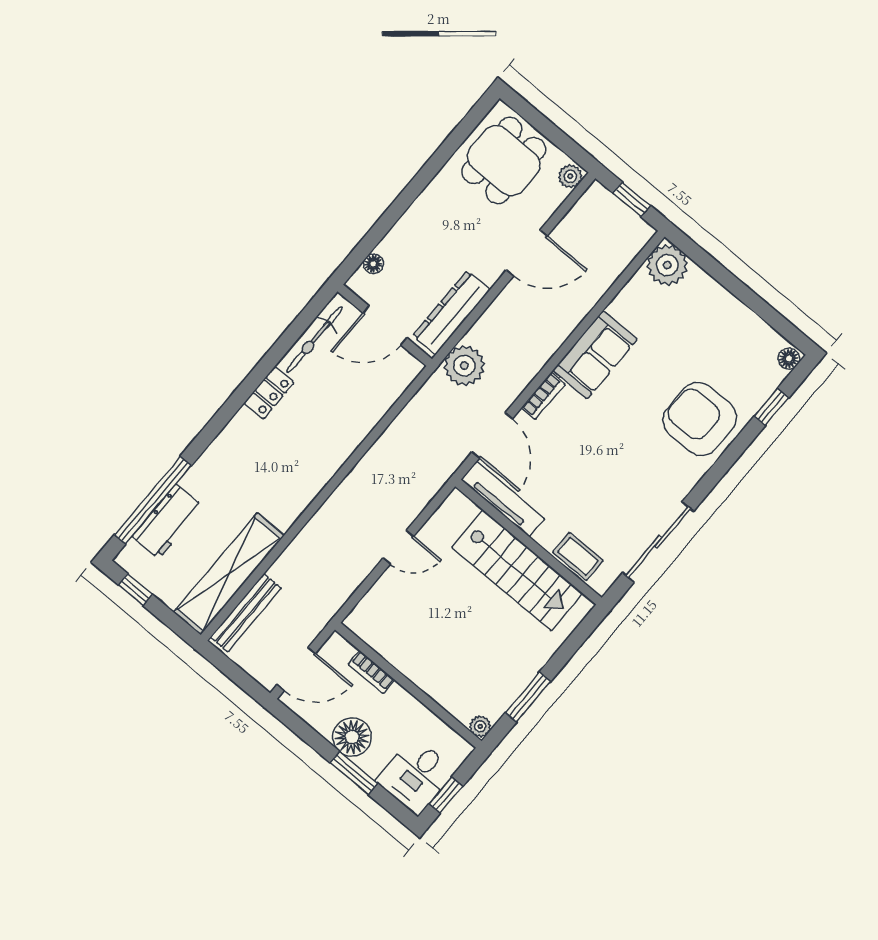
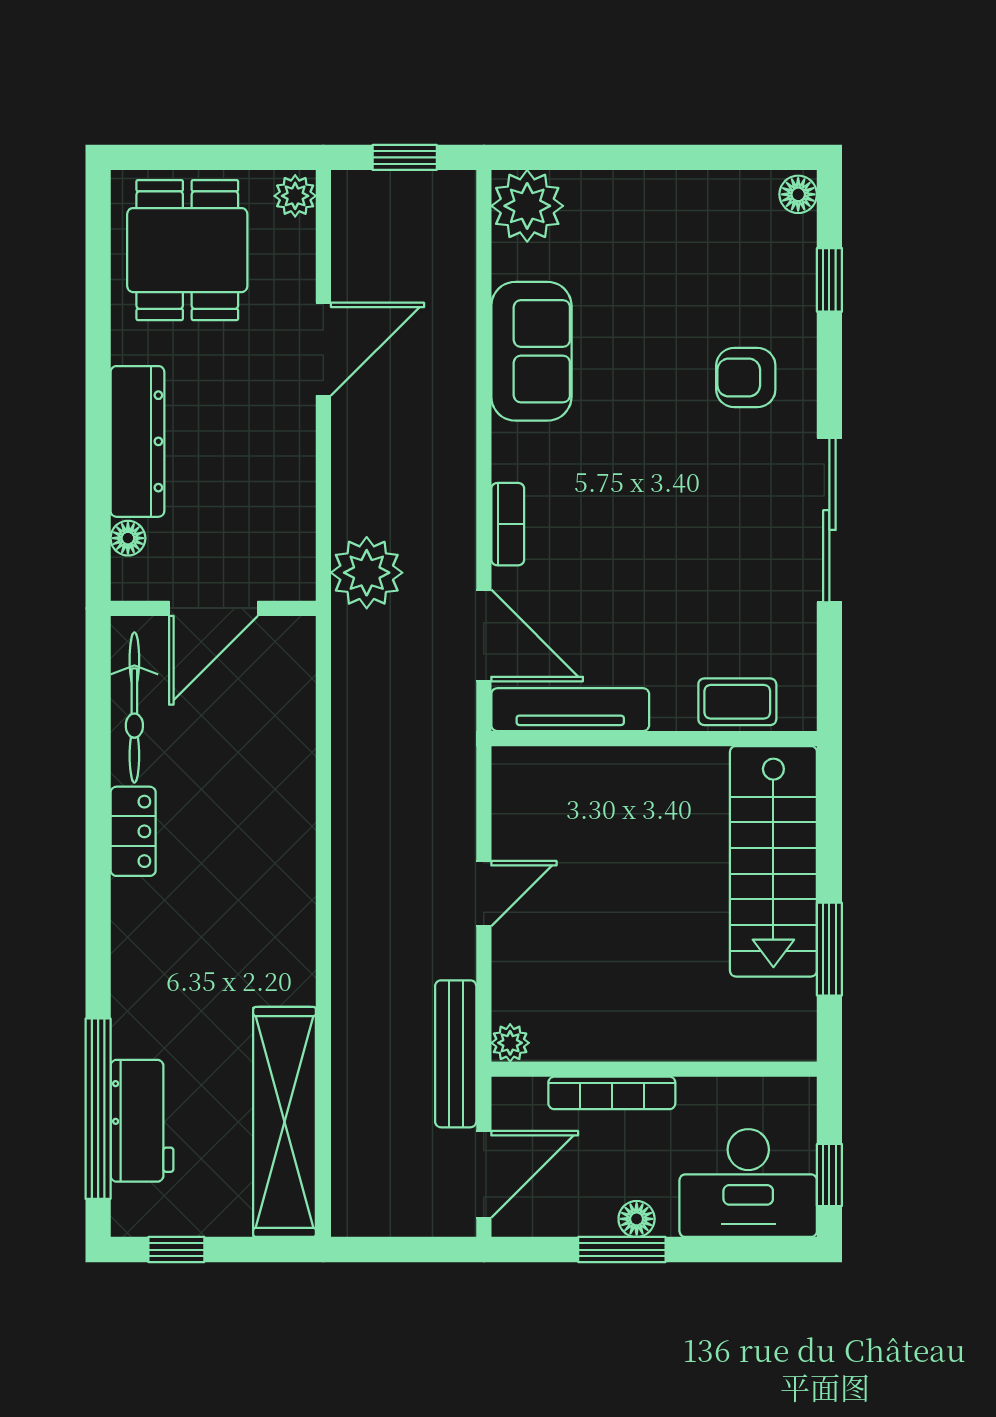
dresser: (451, 313) -> (137, 441), moved, turned 180
sofa: (595, 355) -> (531, 351), moved
armchair: (700, 419) -> (746, 378), width x0.53, depth x0.53
sliding door: (658, 542) -> (829, 520), moved
stairs: (517, 570) -> (773, 861), moved, turned 90
bench: (246, 613) -> (456, 1054), moved
bookcase: (371, 672) -> (612, 1093), width x1.56
plant: (480, 726) -> (510, 1043), moved
floor lamp: (352, 737) -> (637, 1219), width x0.53, depth x0.53
window: (354, 773) -> (622, 1250), moved
desk: (416, 776) -> (748, 1183), width x1.37

